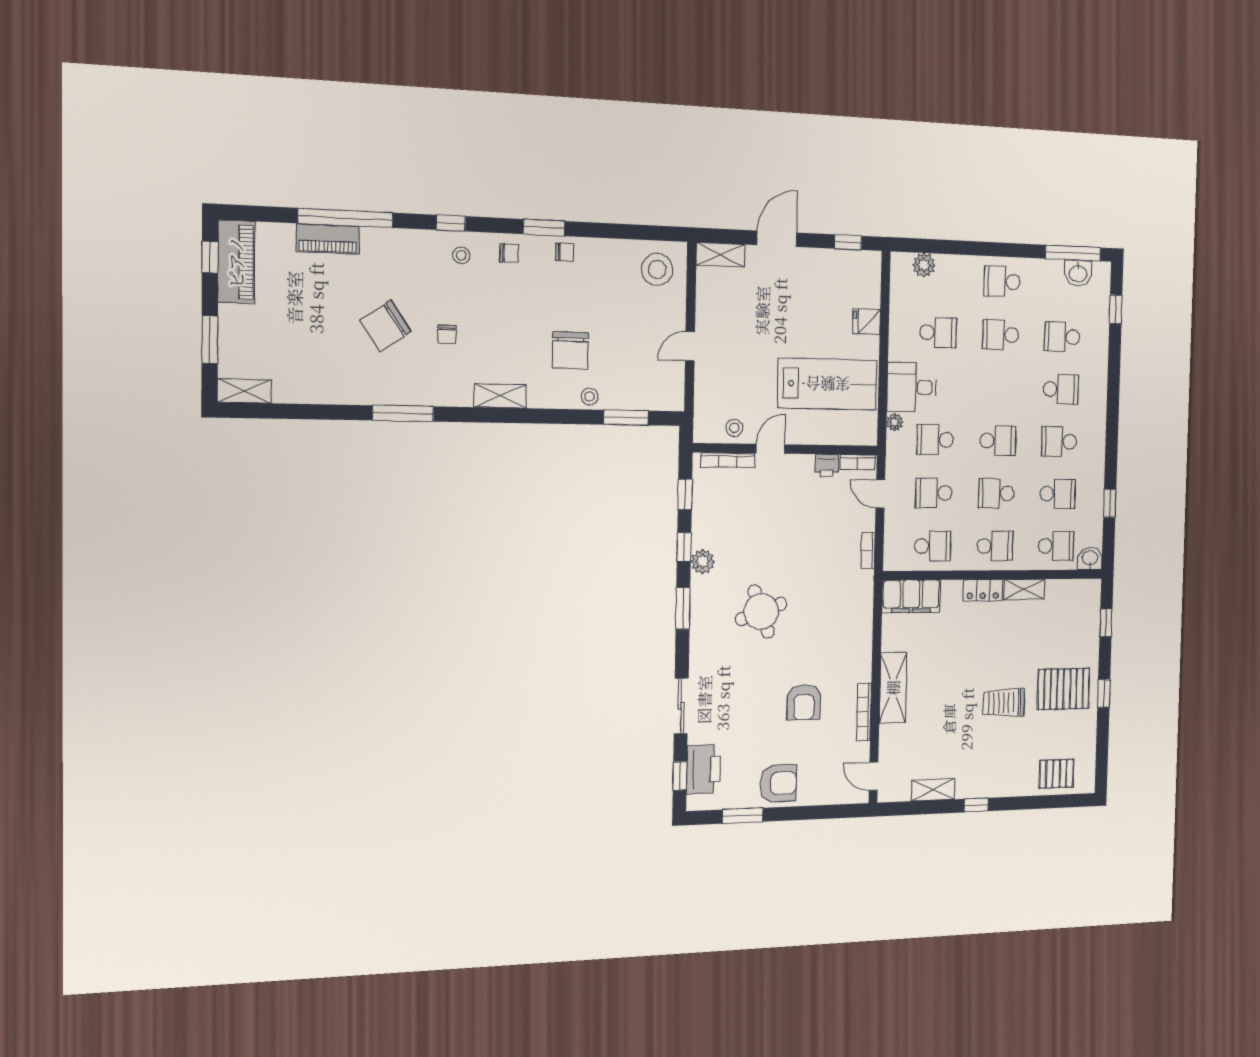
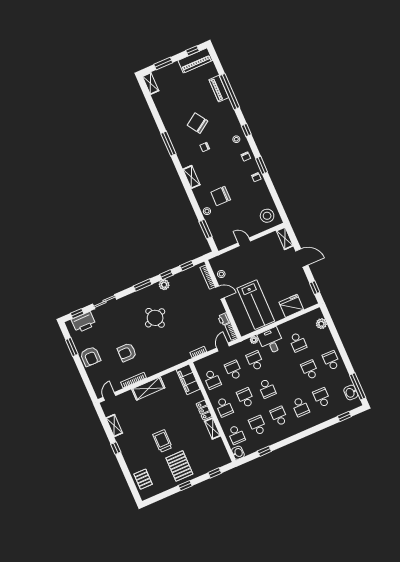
fridge: (867, 321) -> (291, 306), width x1.88, depth x1.34
school desk: (1058, 494) -> (258, 425), turned 180

